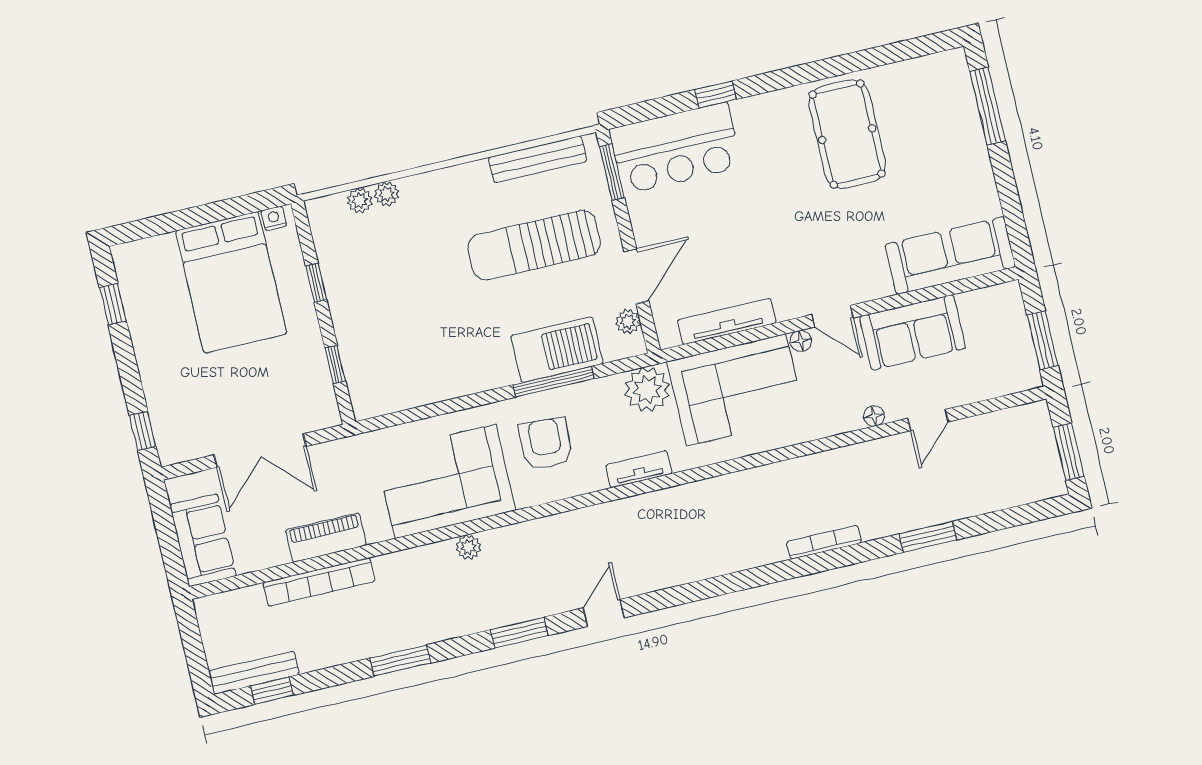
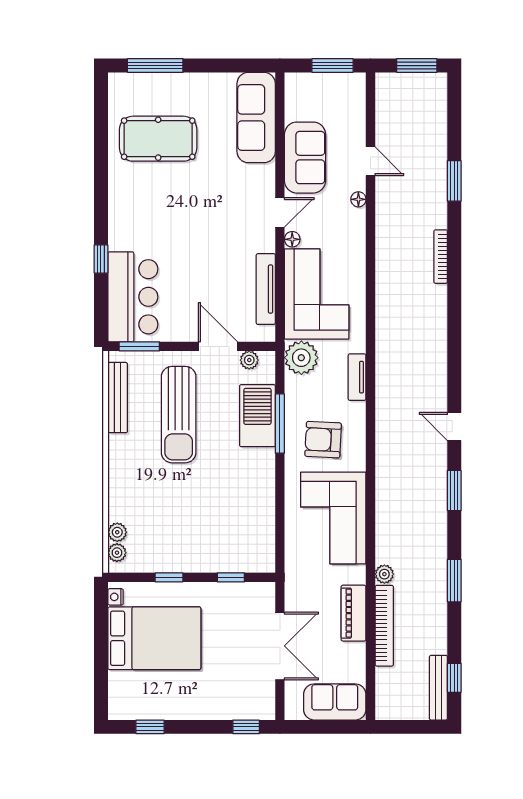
pool table: (847, 134) -> (158, 139), moved
plant: (387, 194) -> (117, 553), moved
plant: (468, 547) -> (384, 574), moved

